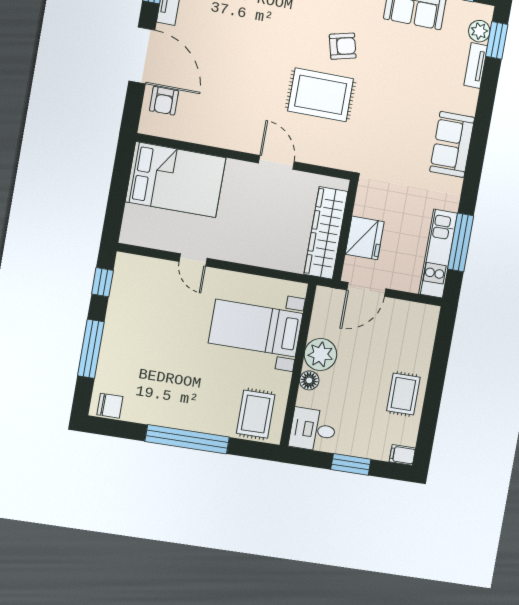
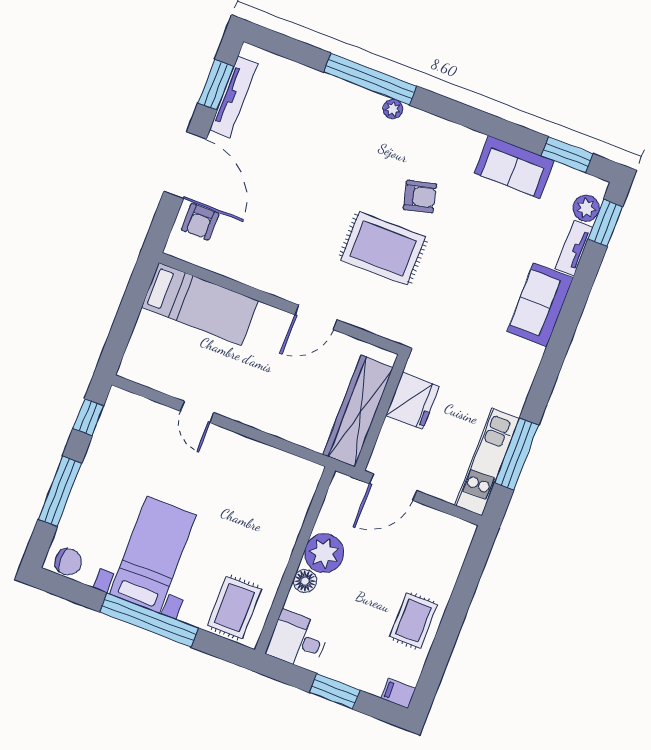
sofa: (452, 144) -> (540, 305), moved
door: (276, 162) -> (316, 317), swing flipped
bed: (176, 180) -> (200, 304), width x0.67
fridge: (365, 238) -> (413, 401), moved
bed with nightstands: (256, 328) -> (153, 554), moved, turned 90

